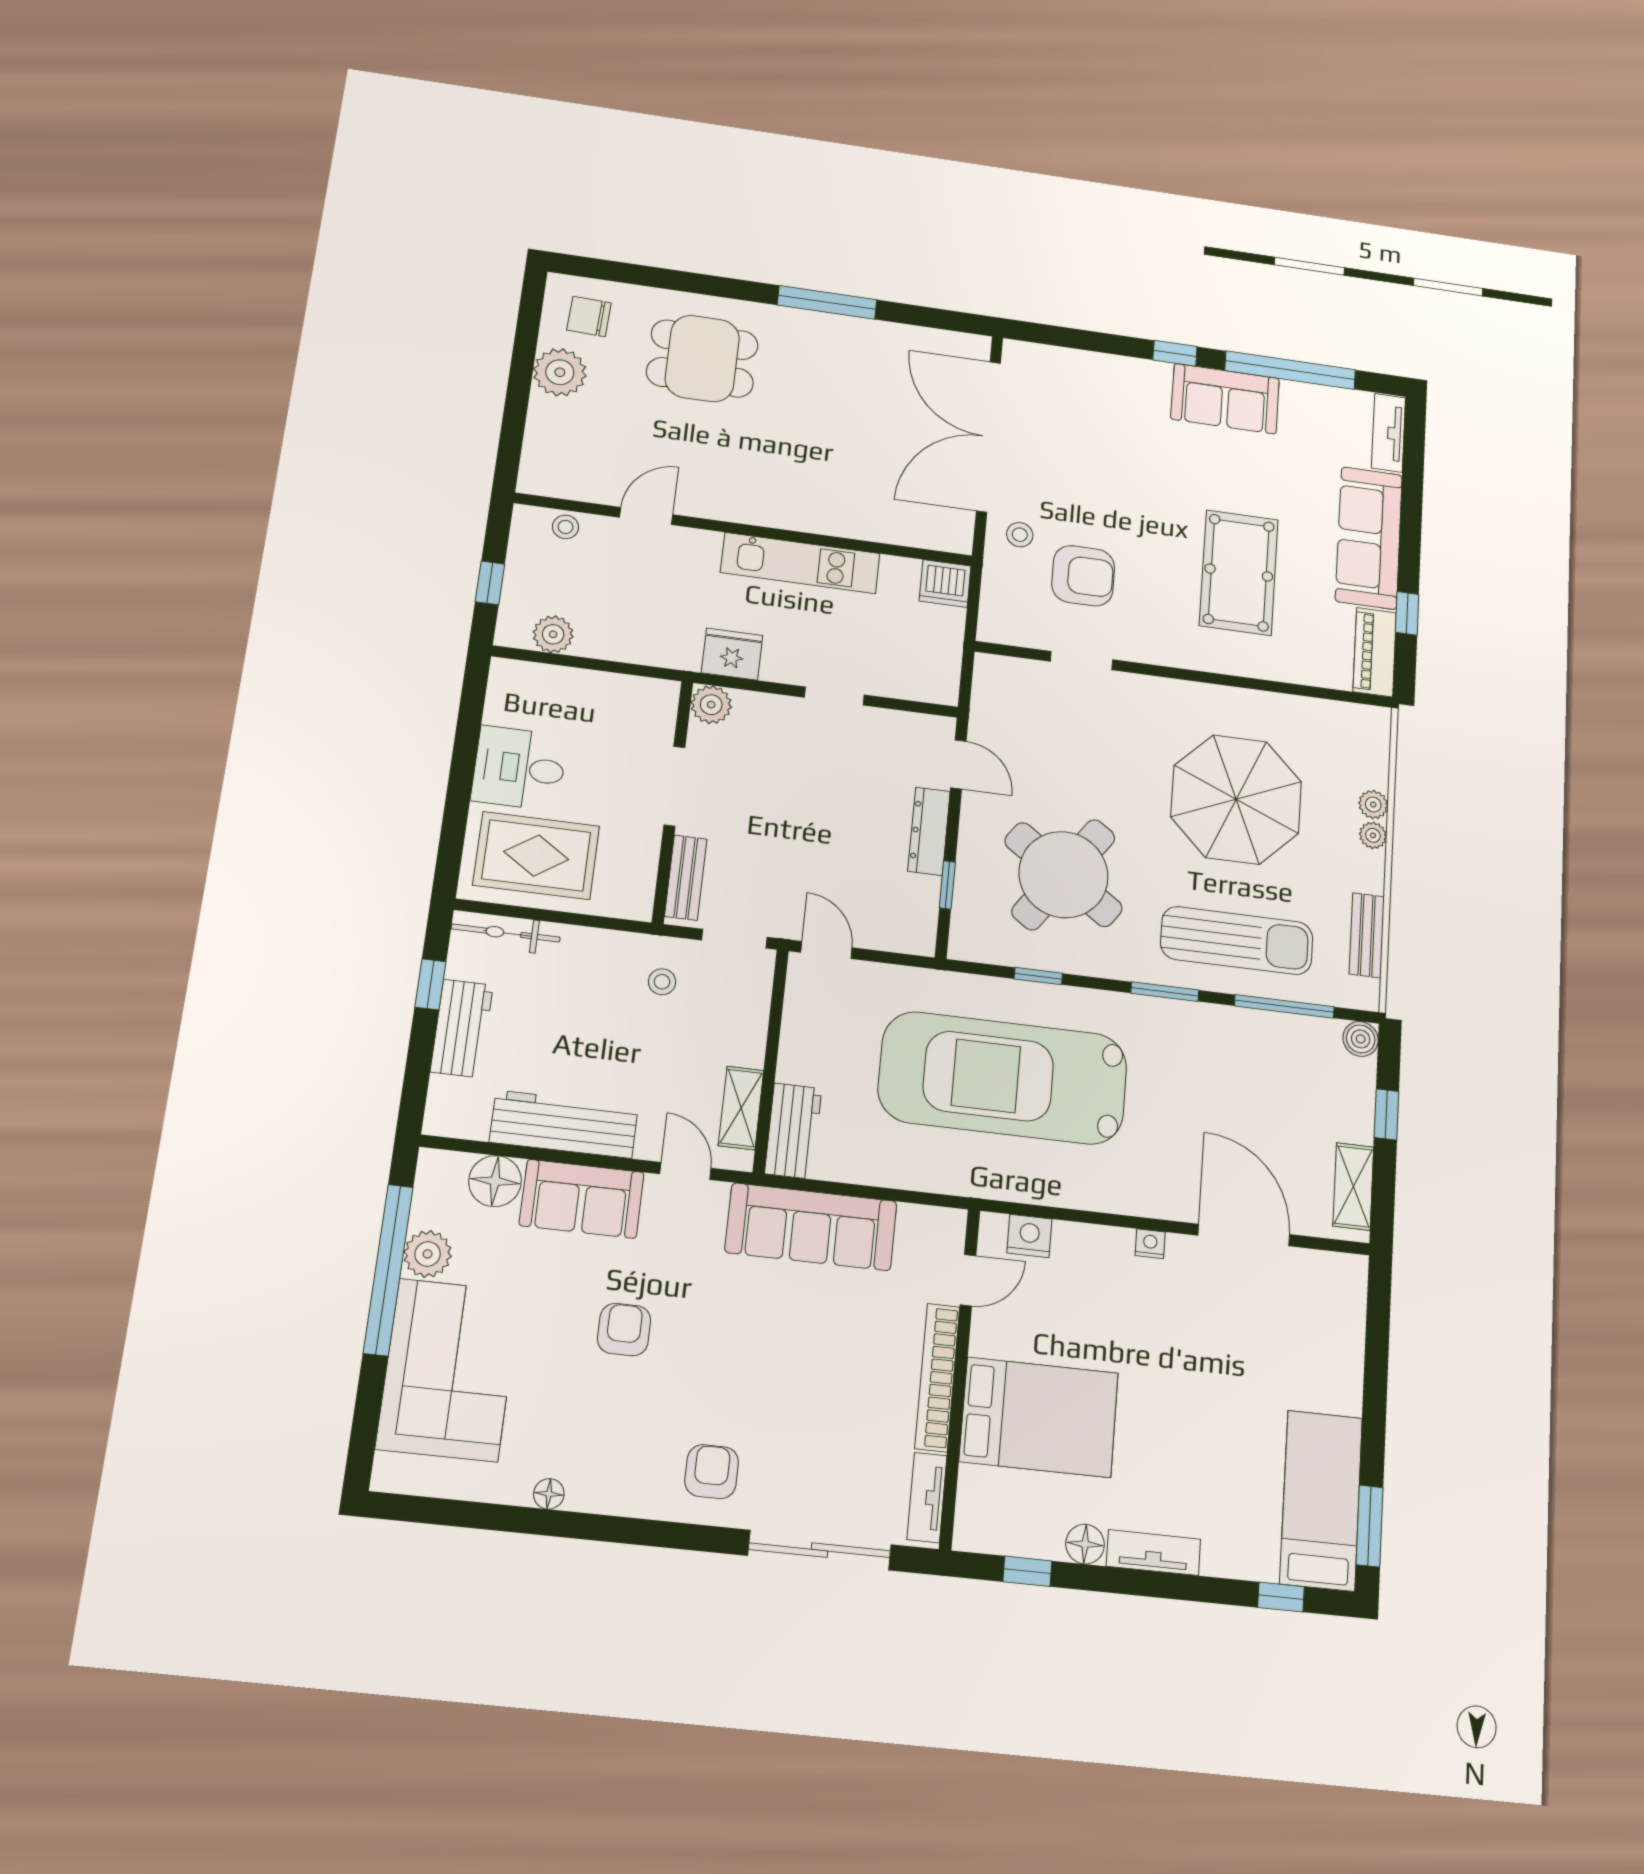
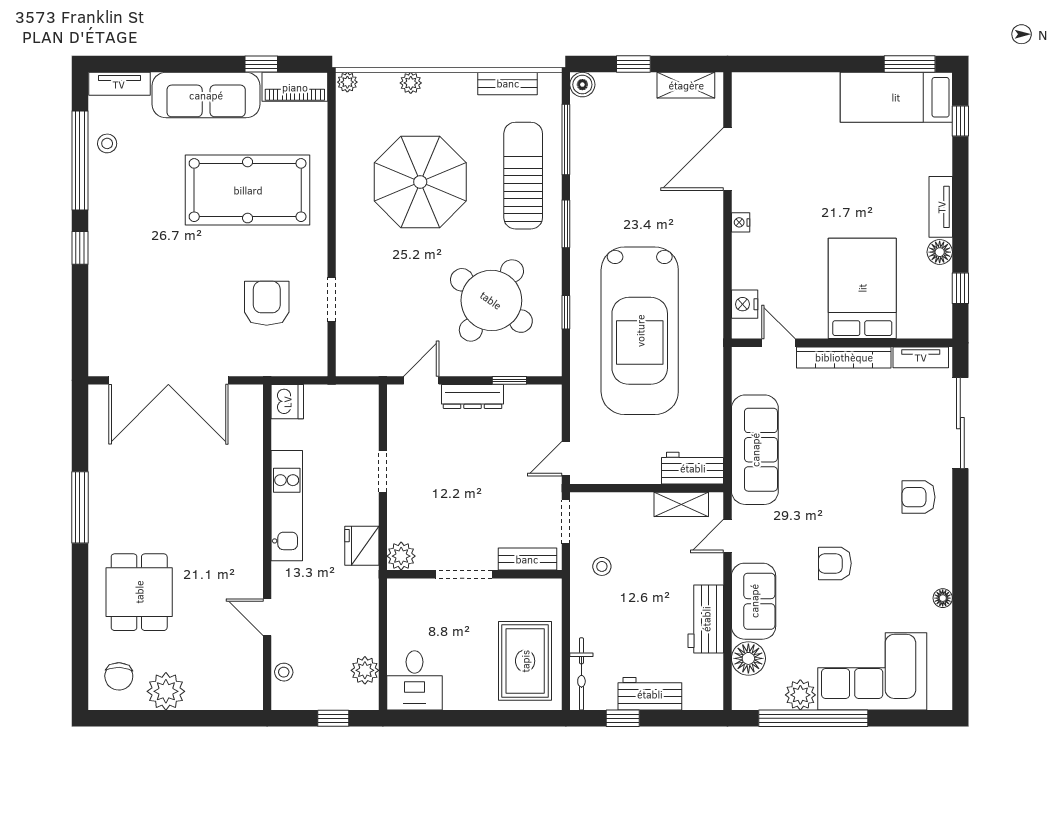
sofa: (1225, 399) -> (111, 208), removed
stool: (1020, 535) -> (107, 143), moved
pool table: (1239, 573) -> (248, 190), width x1.36, depth x1.32
desk: (519, 768) -> (415, 680), moved
plant: (1373, 835) -> (347, 82), moved
workbench: (564, 1124) -> (706, 619), width x0.73

